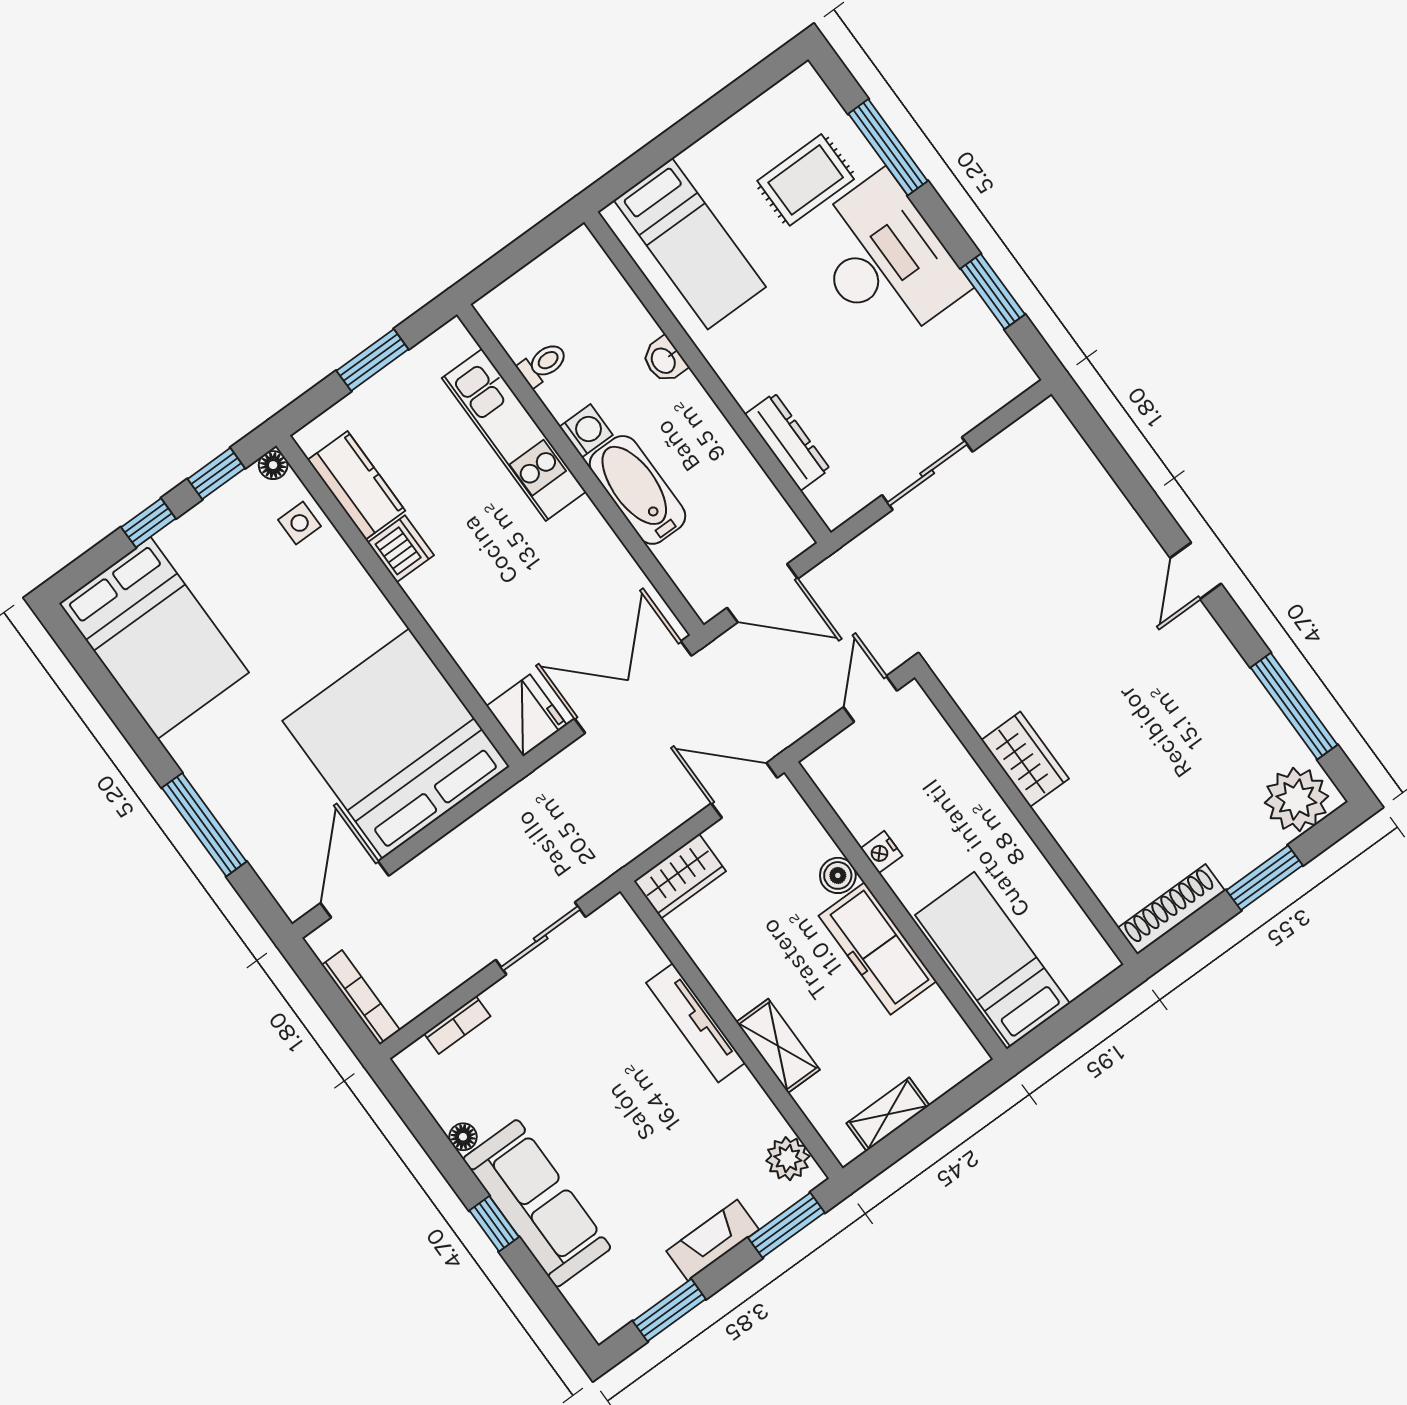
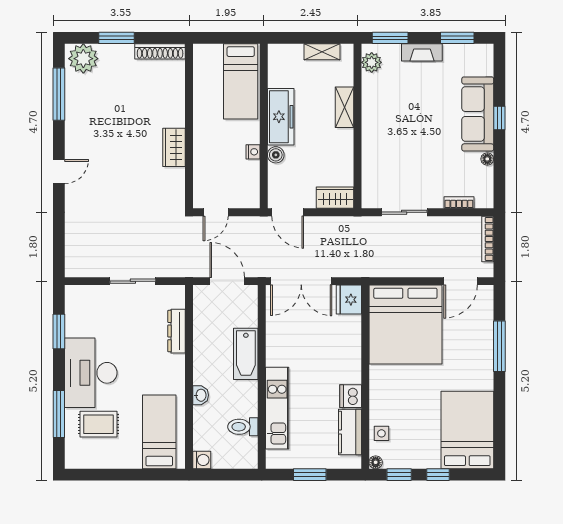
toilet: (543, 364) -> (243, 427), width x1.37, depth x1.39
washing machine: (586, 431) -> (202, 460), moved, turned 180
tv unit: (696, 1023) -> (369, 138), removed

